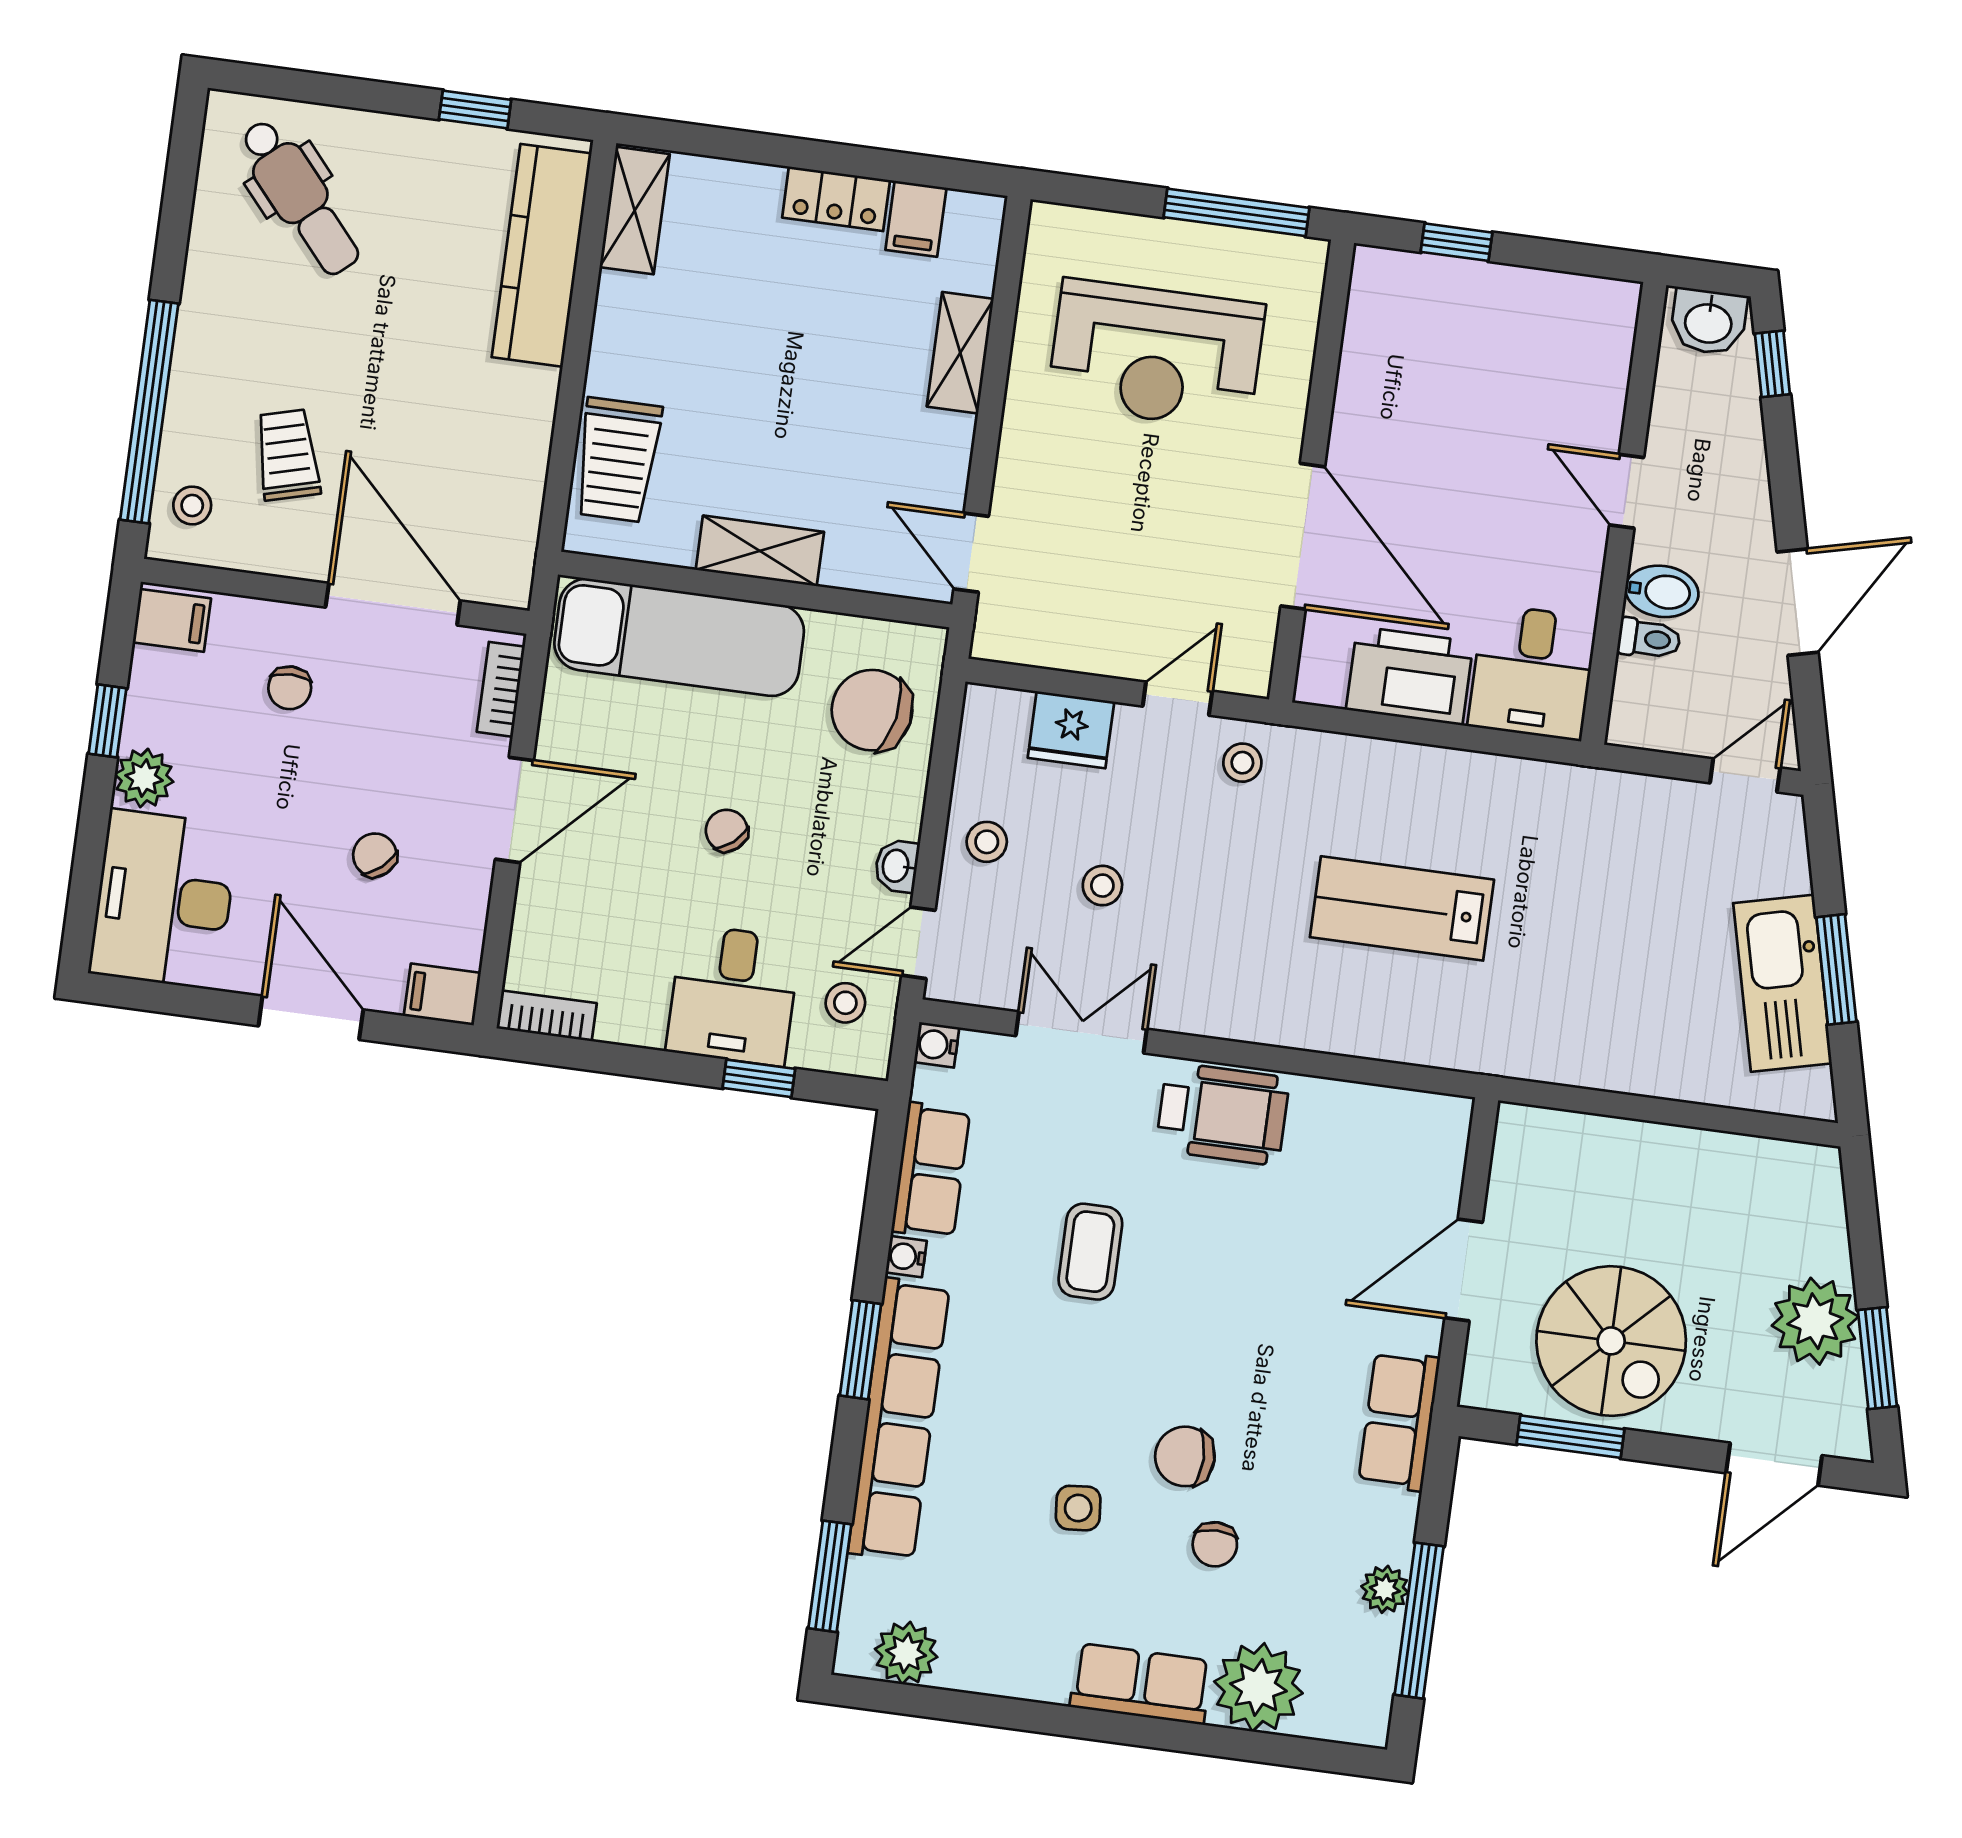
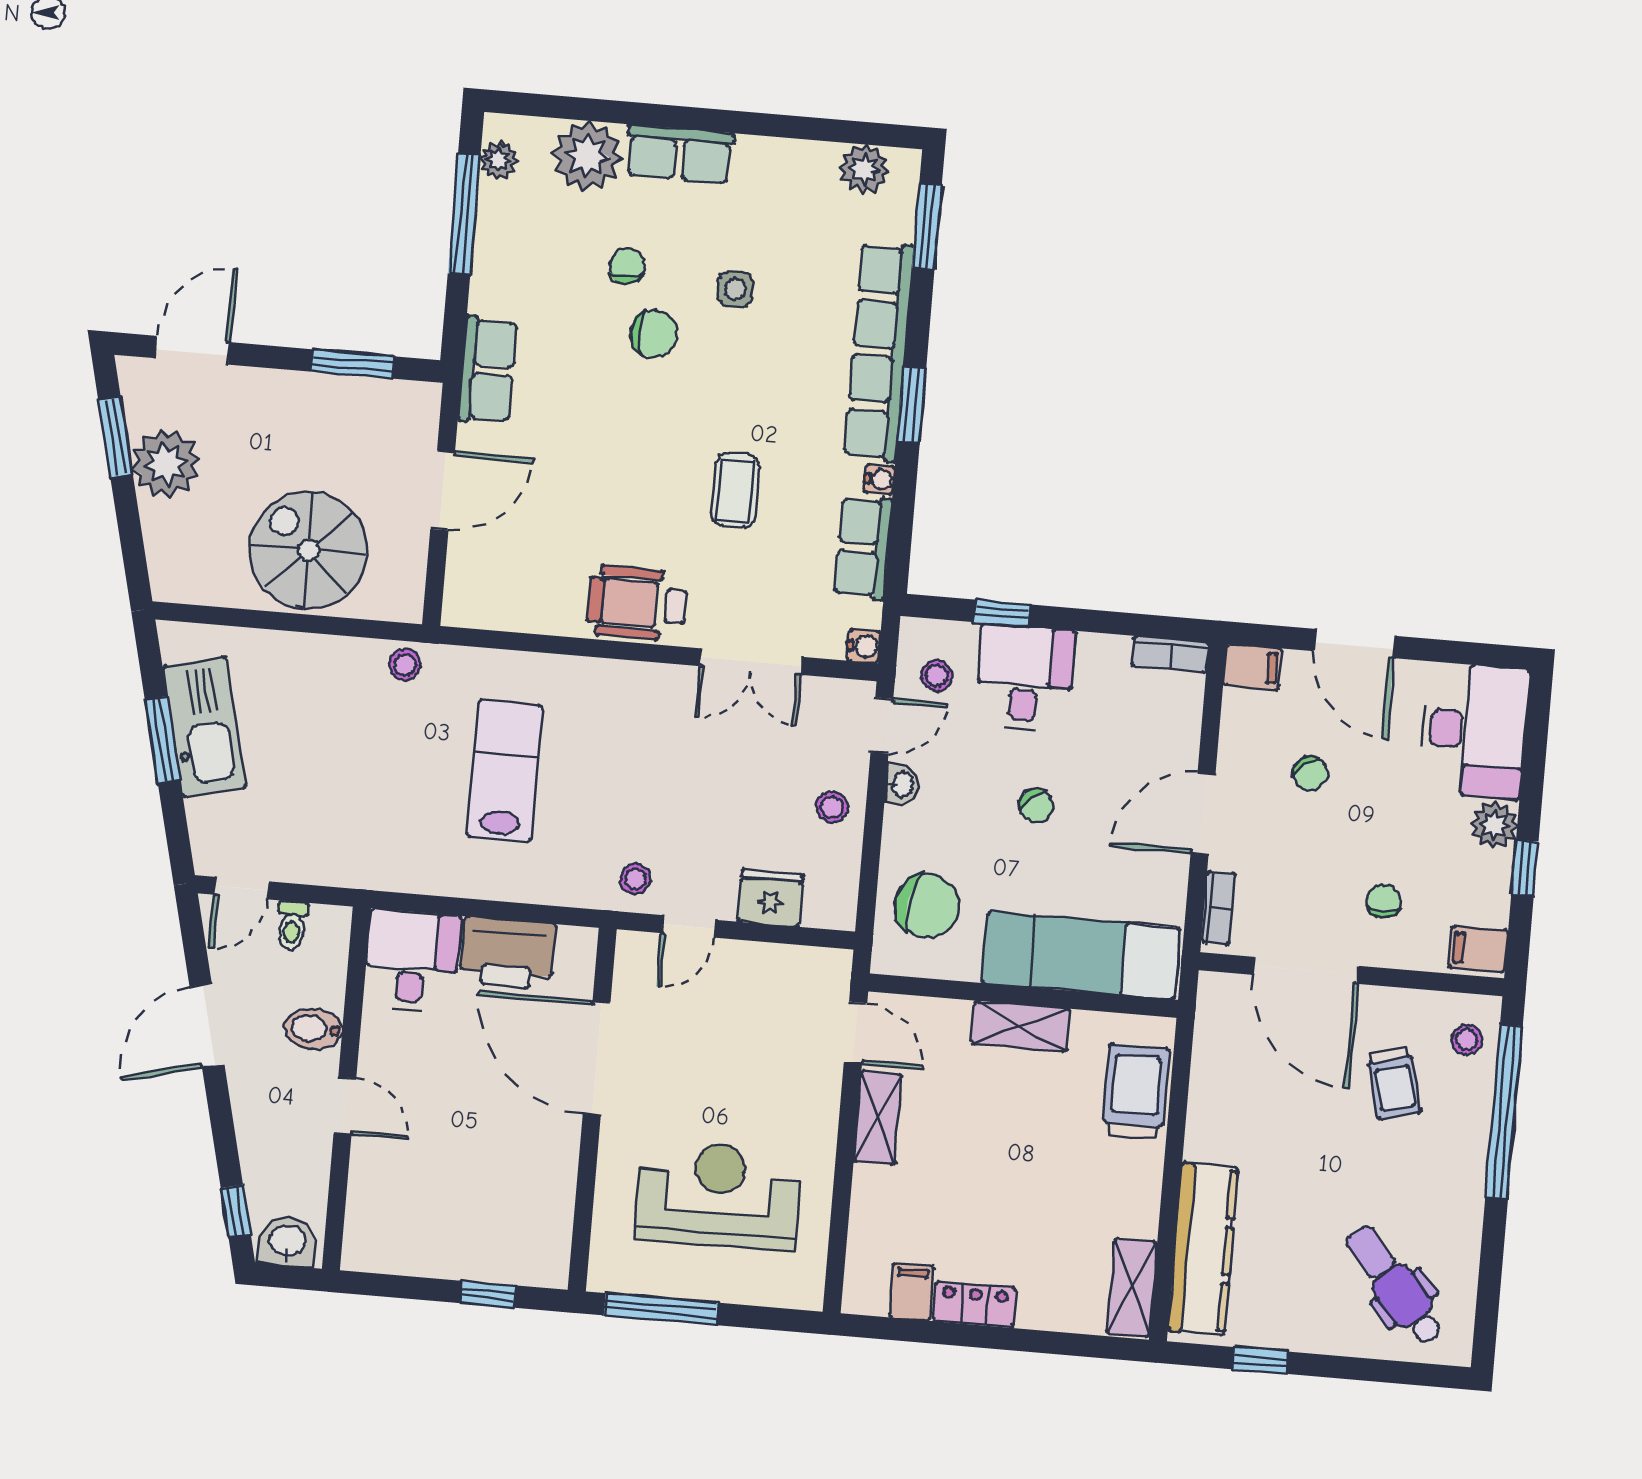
shelving: (960, 353) -> (878, 1118), moved
toilet: (1649, 639) -> (292, 925), moved, turned -90
stool: (1102, 886) -> (405, 665), moved
lab bench: (1402, 908) -> (505, 771), turned -90
spiral stairs: (1611, 1341) -> (309, 550), moved
plant: (1385, 1589) -> (499, 160), moved

